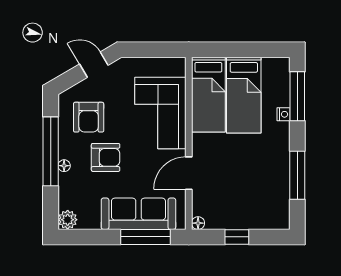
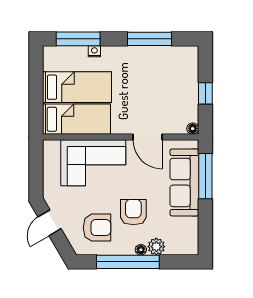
plant: (68, 220) -> (156, 247), moved

